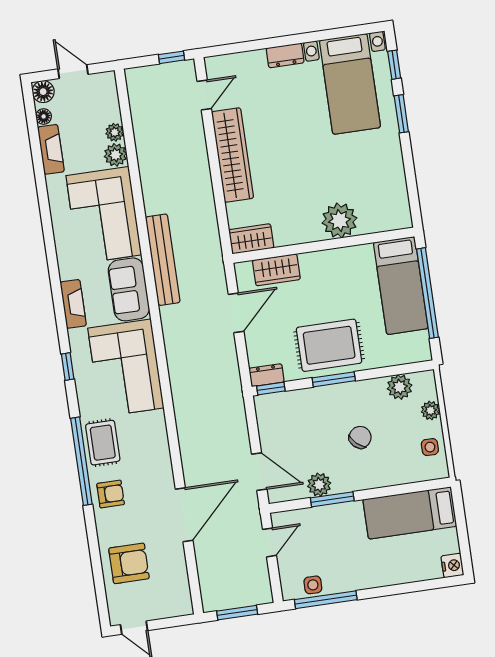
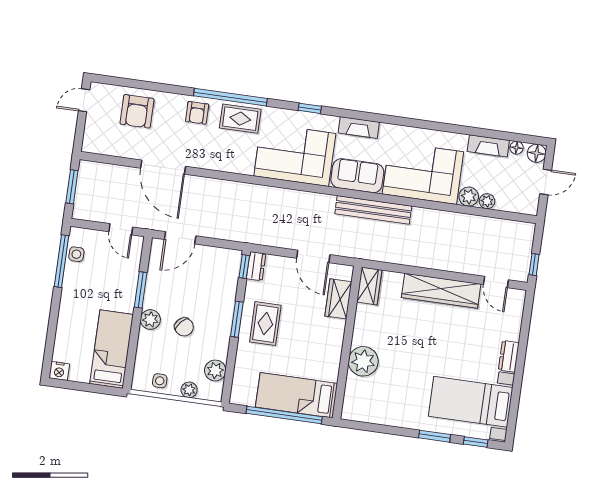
rug: (329, 345) -> (265, 324), width x0.73, depth x0.70
plant: (319, 485) -> (150, 320), moved

